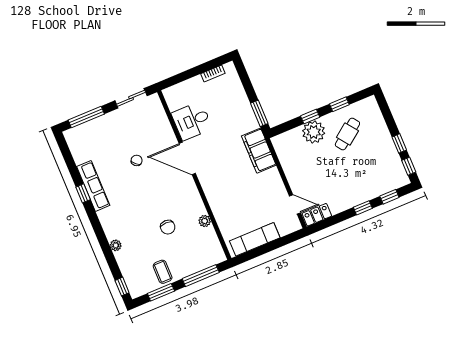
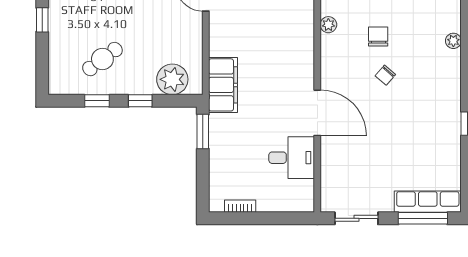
plant: (314, 132) -> (172, 79), moved
chair: (137, 160) -> (385, 75), moved
row of seats: (93, 186) -> (428, 202), moved, turned 90

